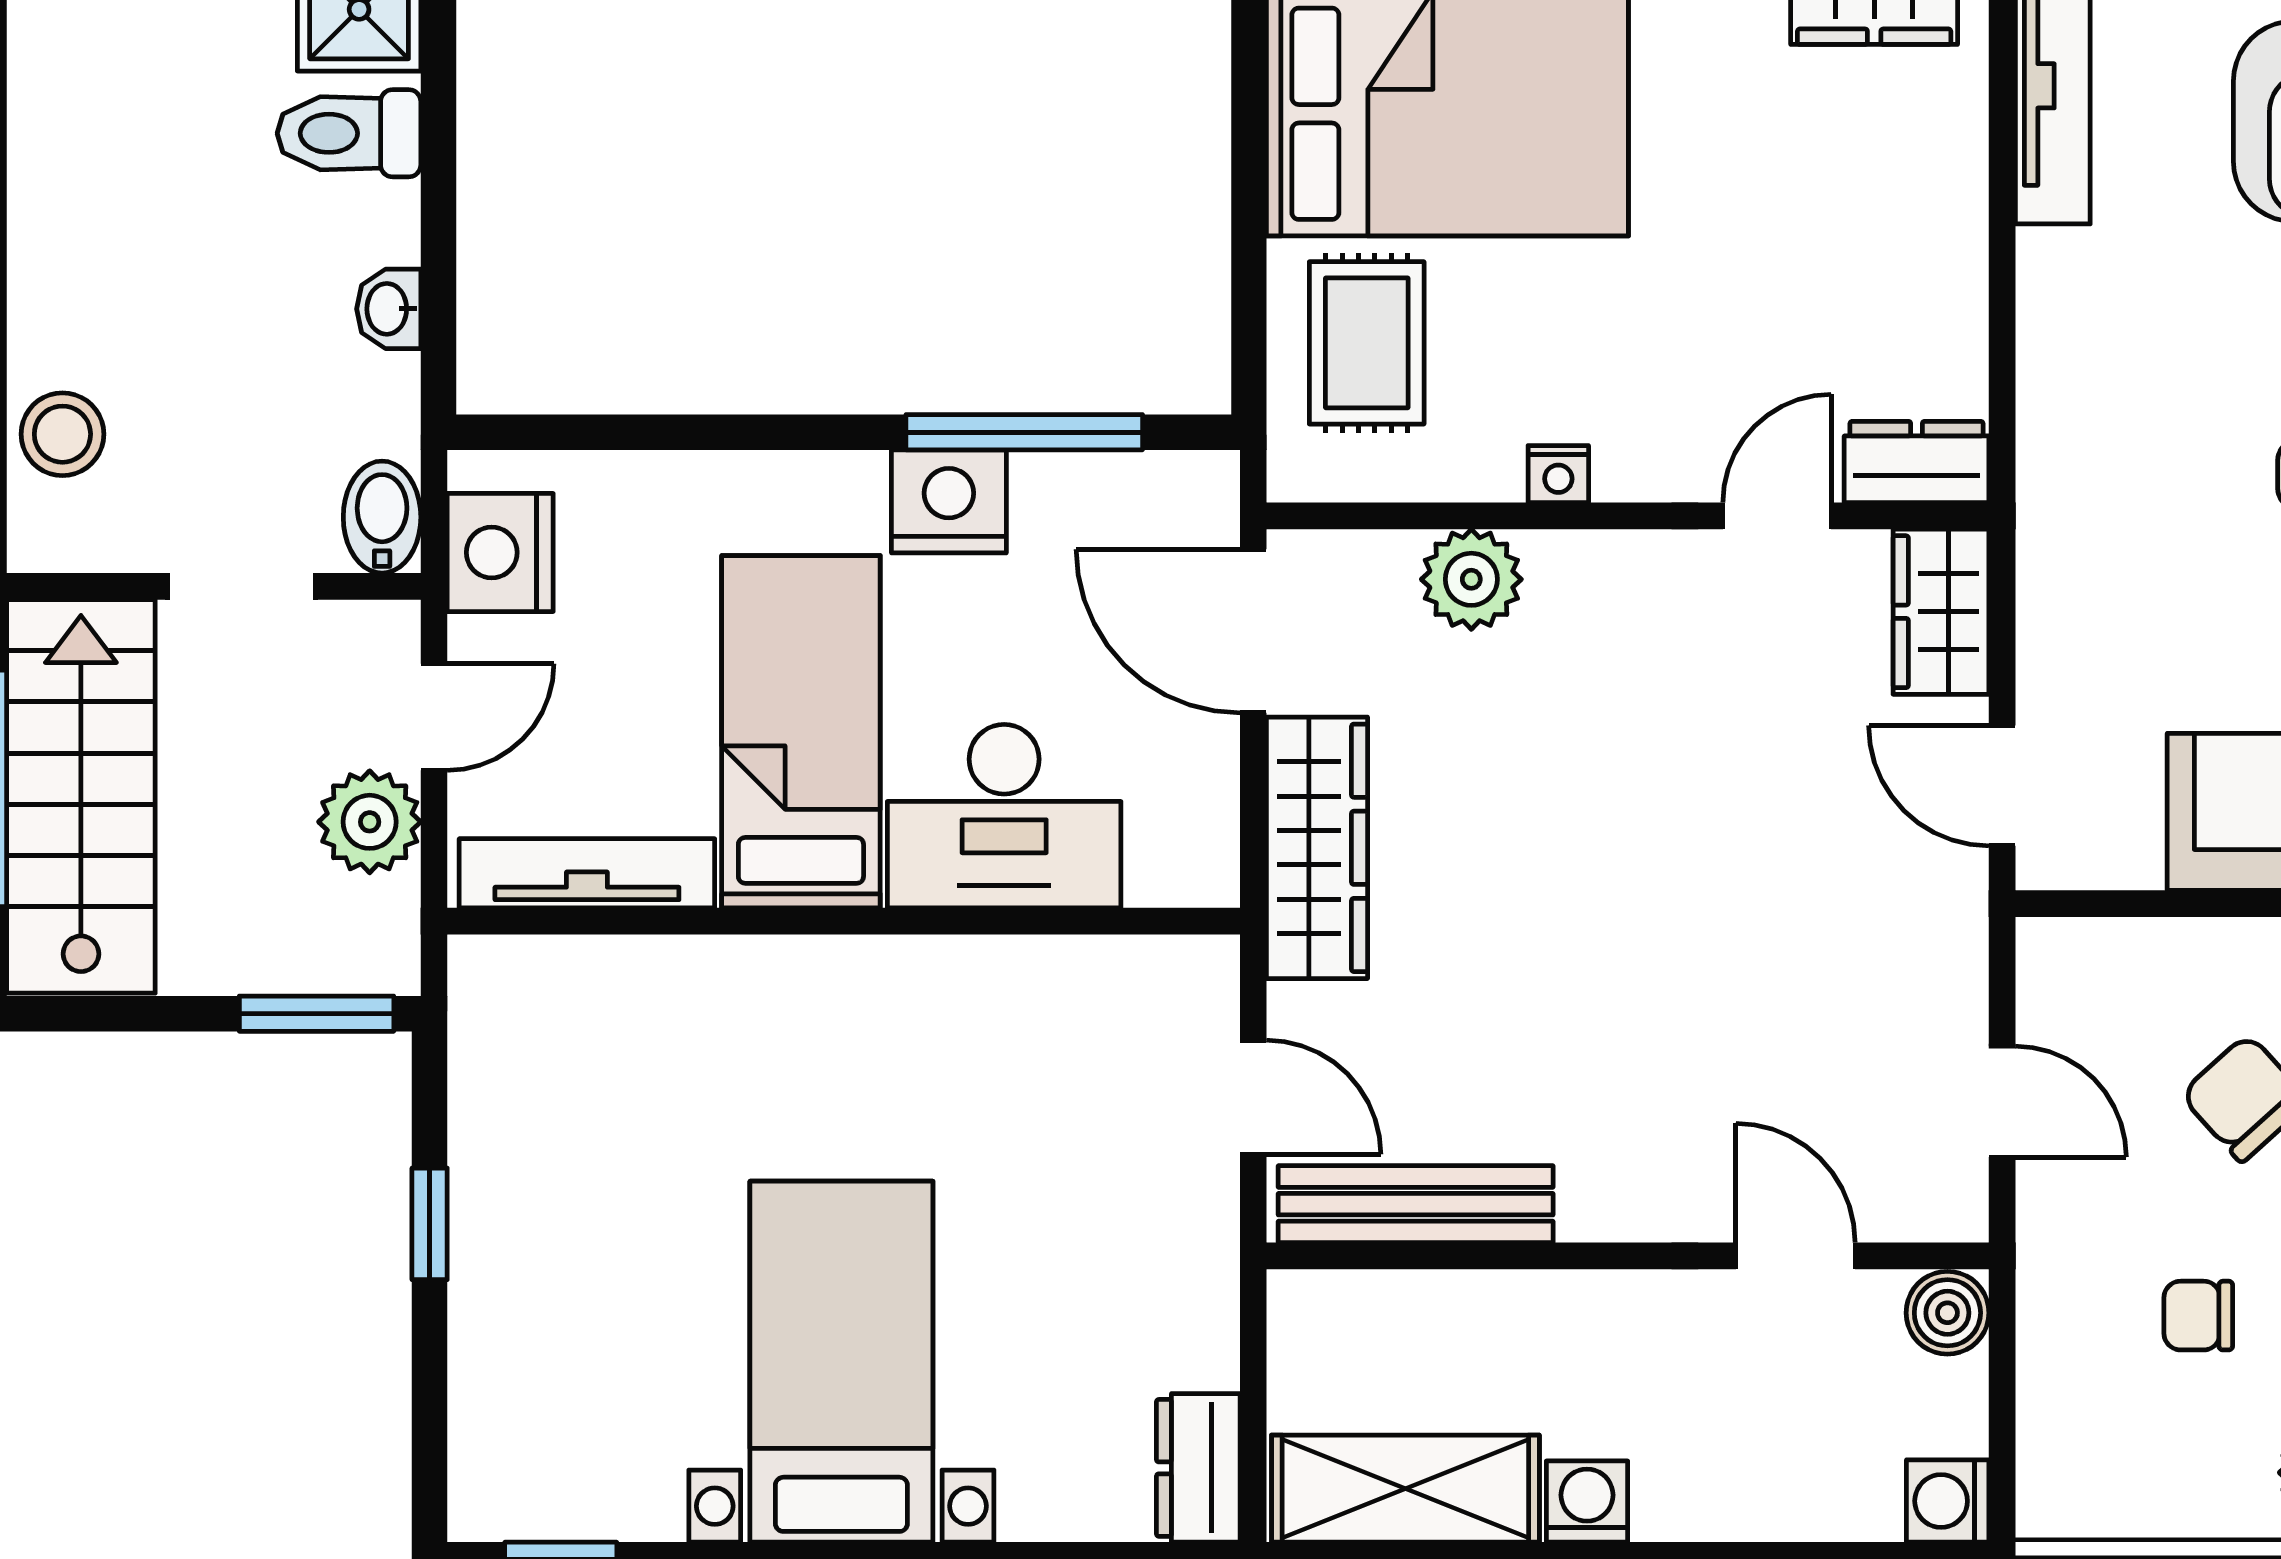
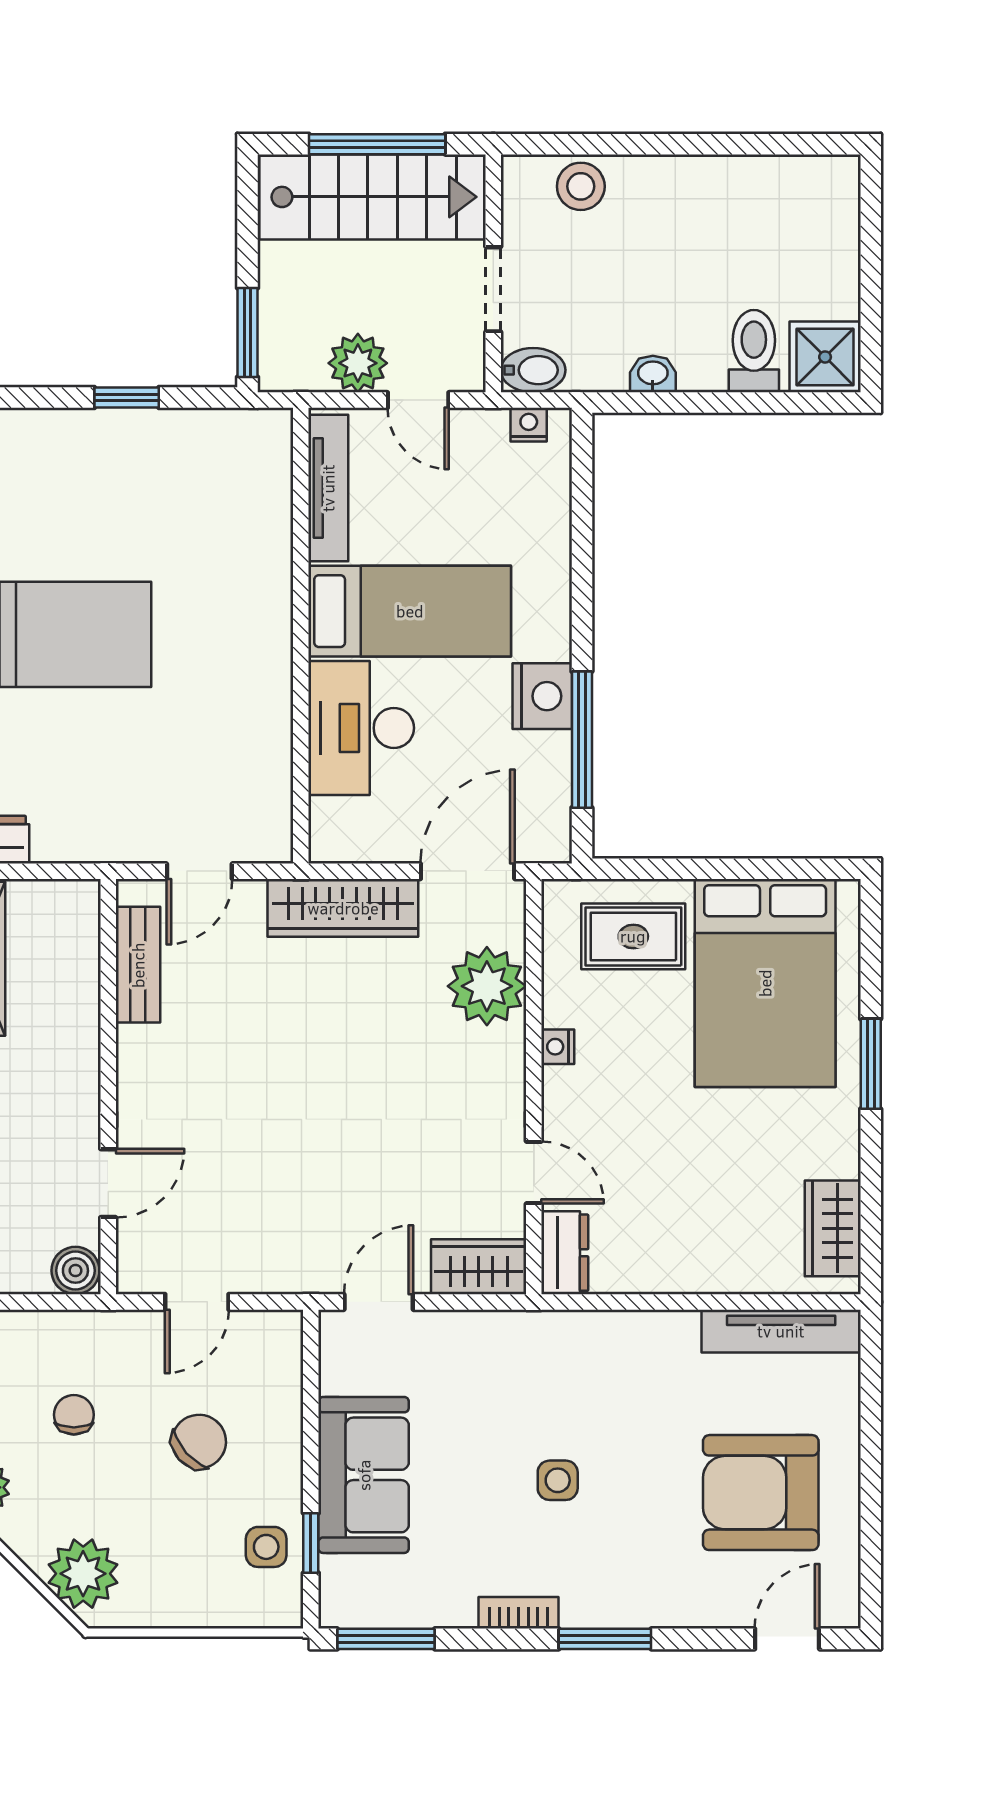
nightstand: (500, 552) -> (529, 425), width x0.53, depth x0.56
plant: (1471, 579) -> (487, 986), width x1.36, depth x1.36
bench: (1416, 1204) -> (138, 965), width x0.73

